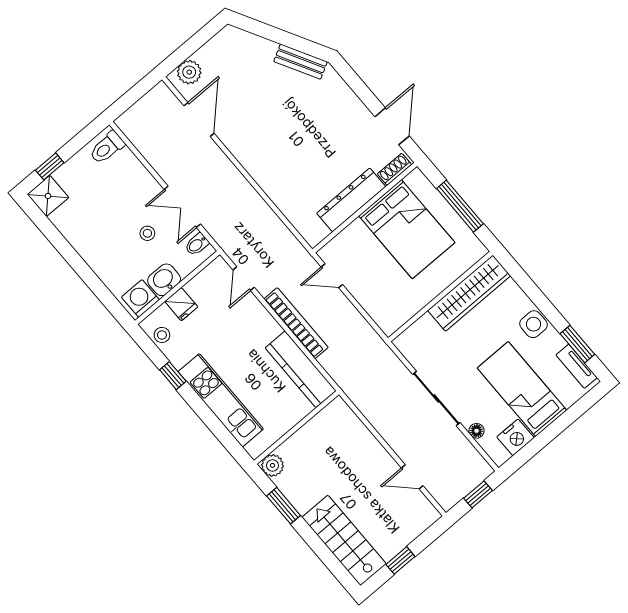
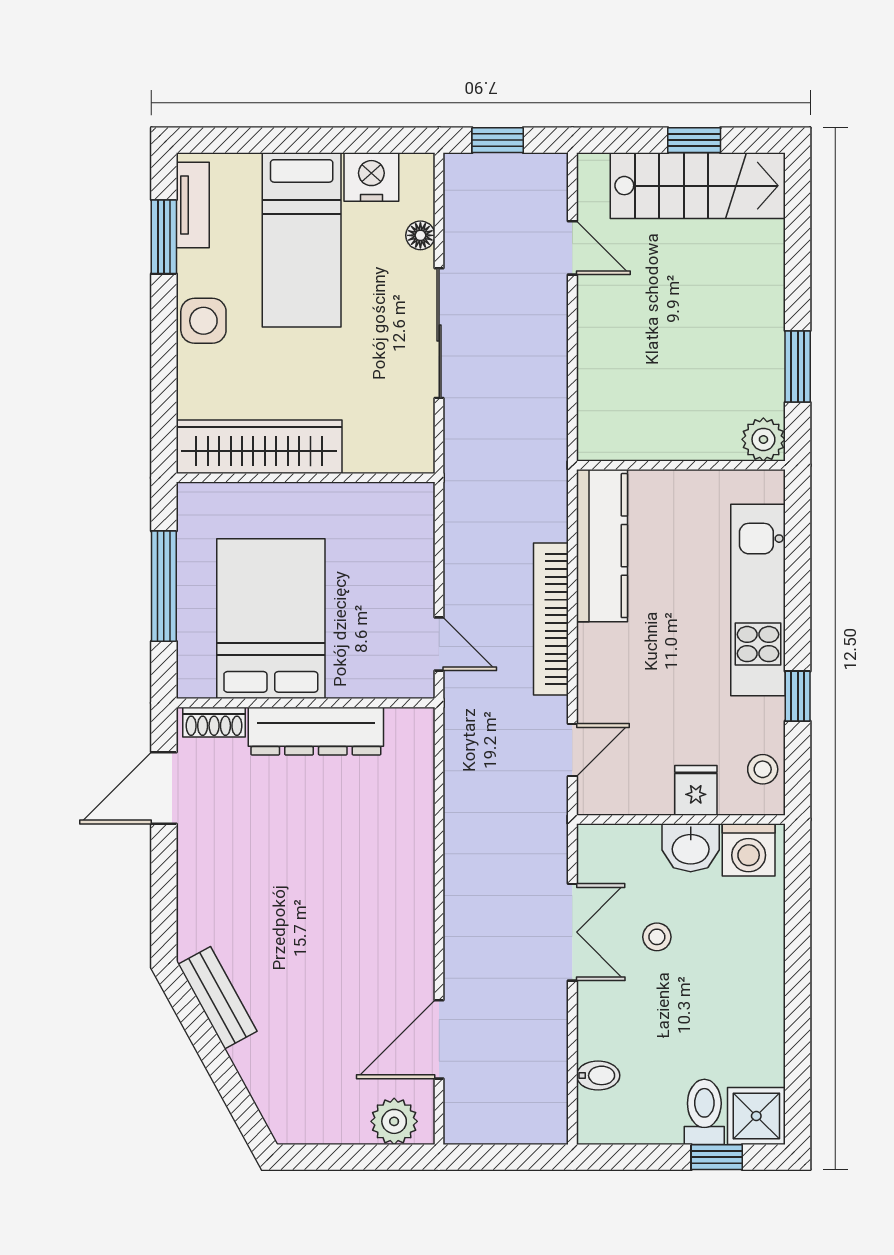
toilet: (107, 148) -> (704, 1112), moved, turned -90
bidet: (197, 244) -> (598, 1075), moved
stairs: (344, 540) -> (698, 186), moved, turned -90

